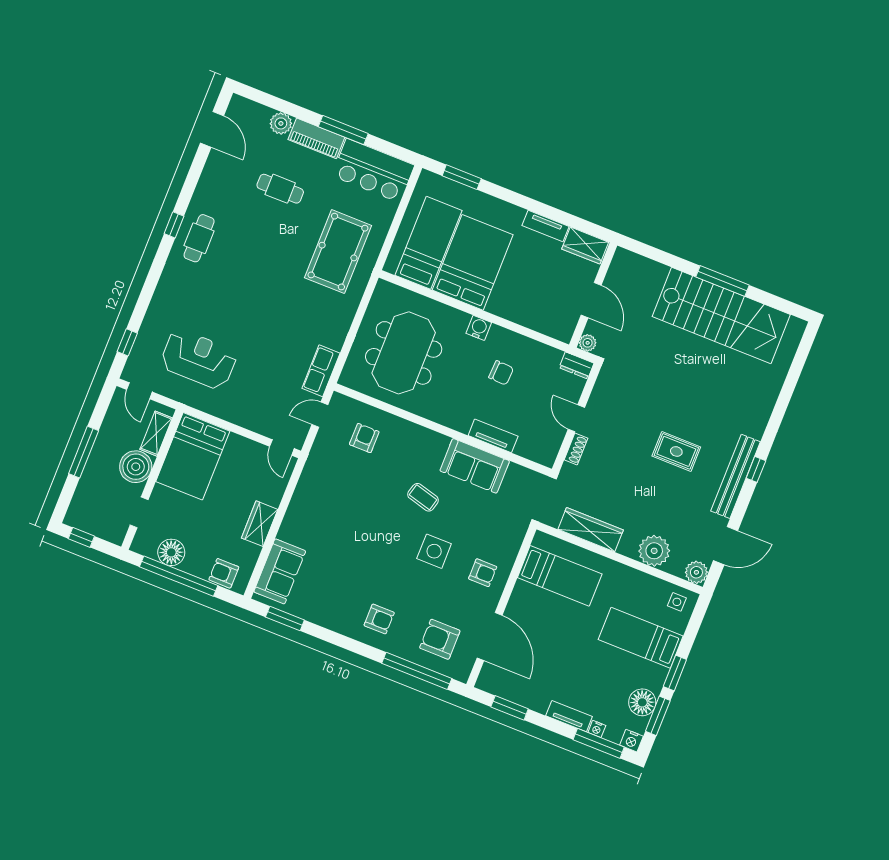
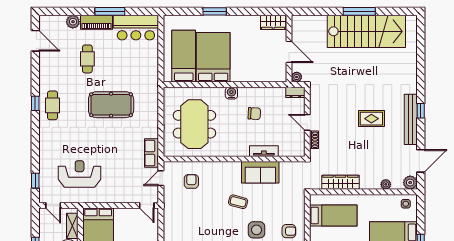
window: (462, 177) -> (215, 11), moved
cafe table: (280, 189) -> (87, 59), turned 90
tv unit: (545, 226) -> (246, 20), removed
pool table: (338, 252) -> (111, 105), moved, turned 90
plant: (654, 551) -> (386, 184), width x0.53, depth x0.53

